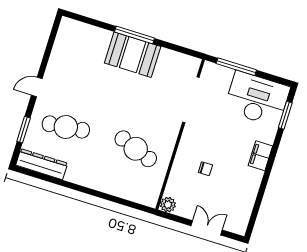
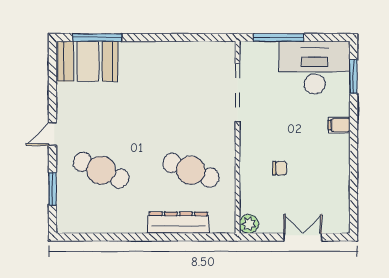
window: (134, 35) -> (97, 38), moved
booth: (133, 55) -> (88, 61), moved
cafe table: (66, 127) -> (101, 170), turned 30
filing cabinet: (260, 156) -> (339, 125), width x0.50
dresser: (42, 164) -> (178, 223), moved

